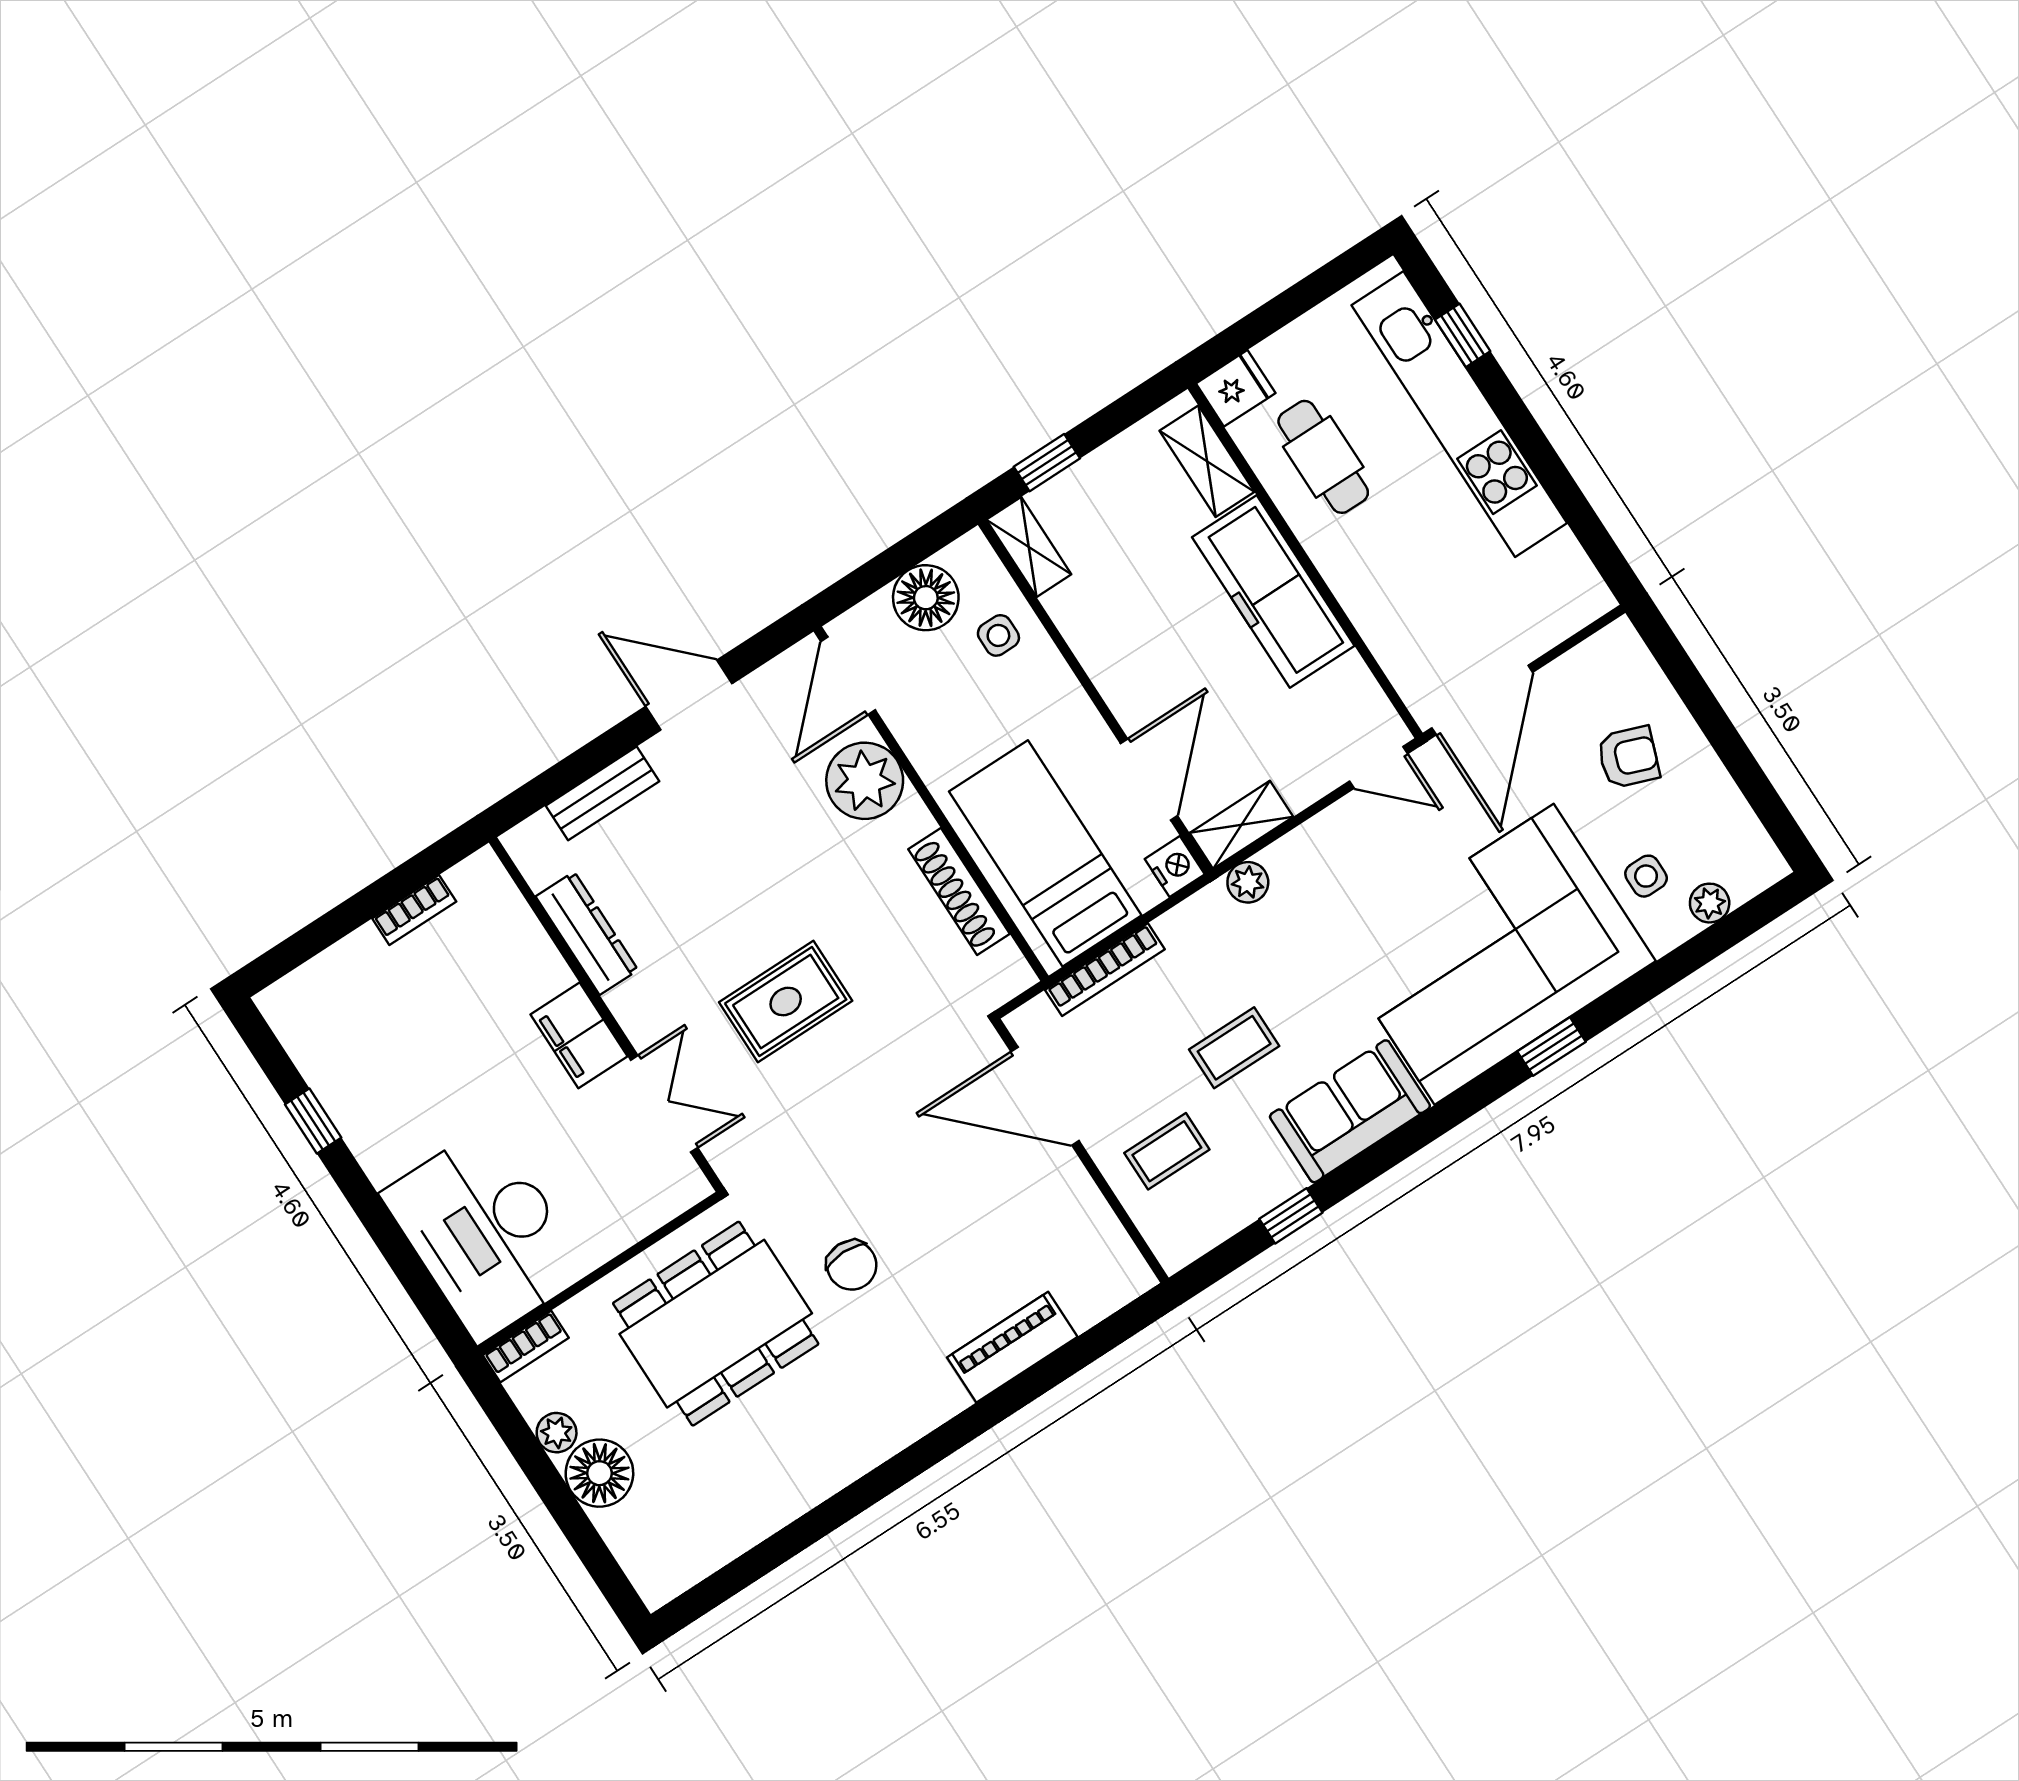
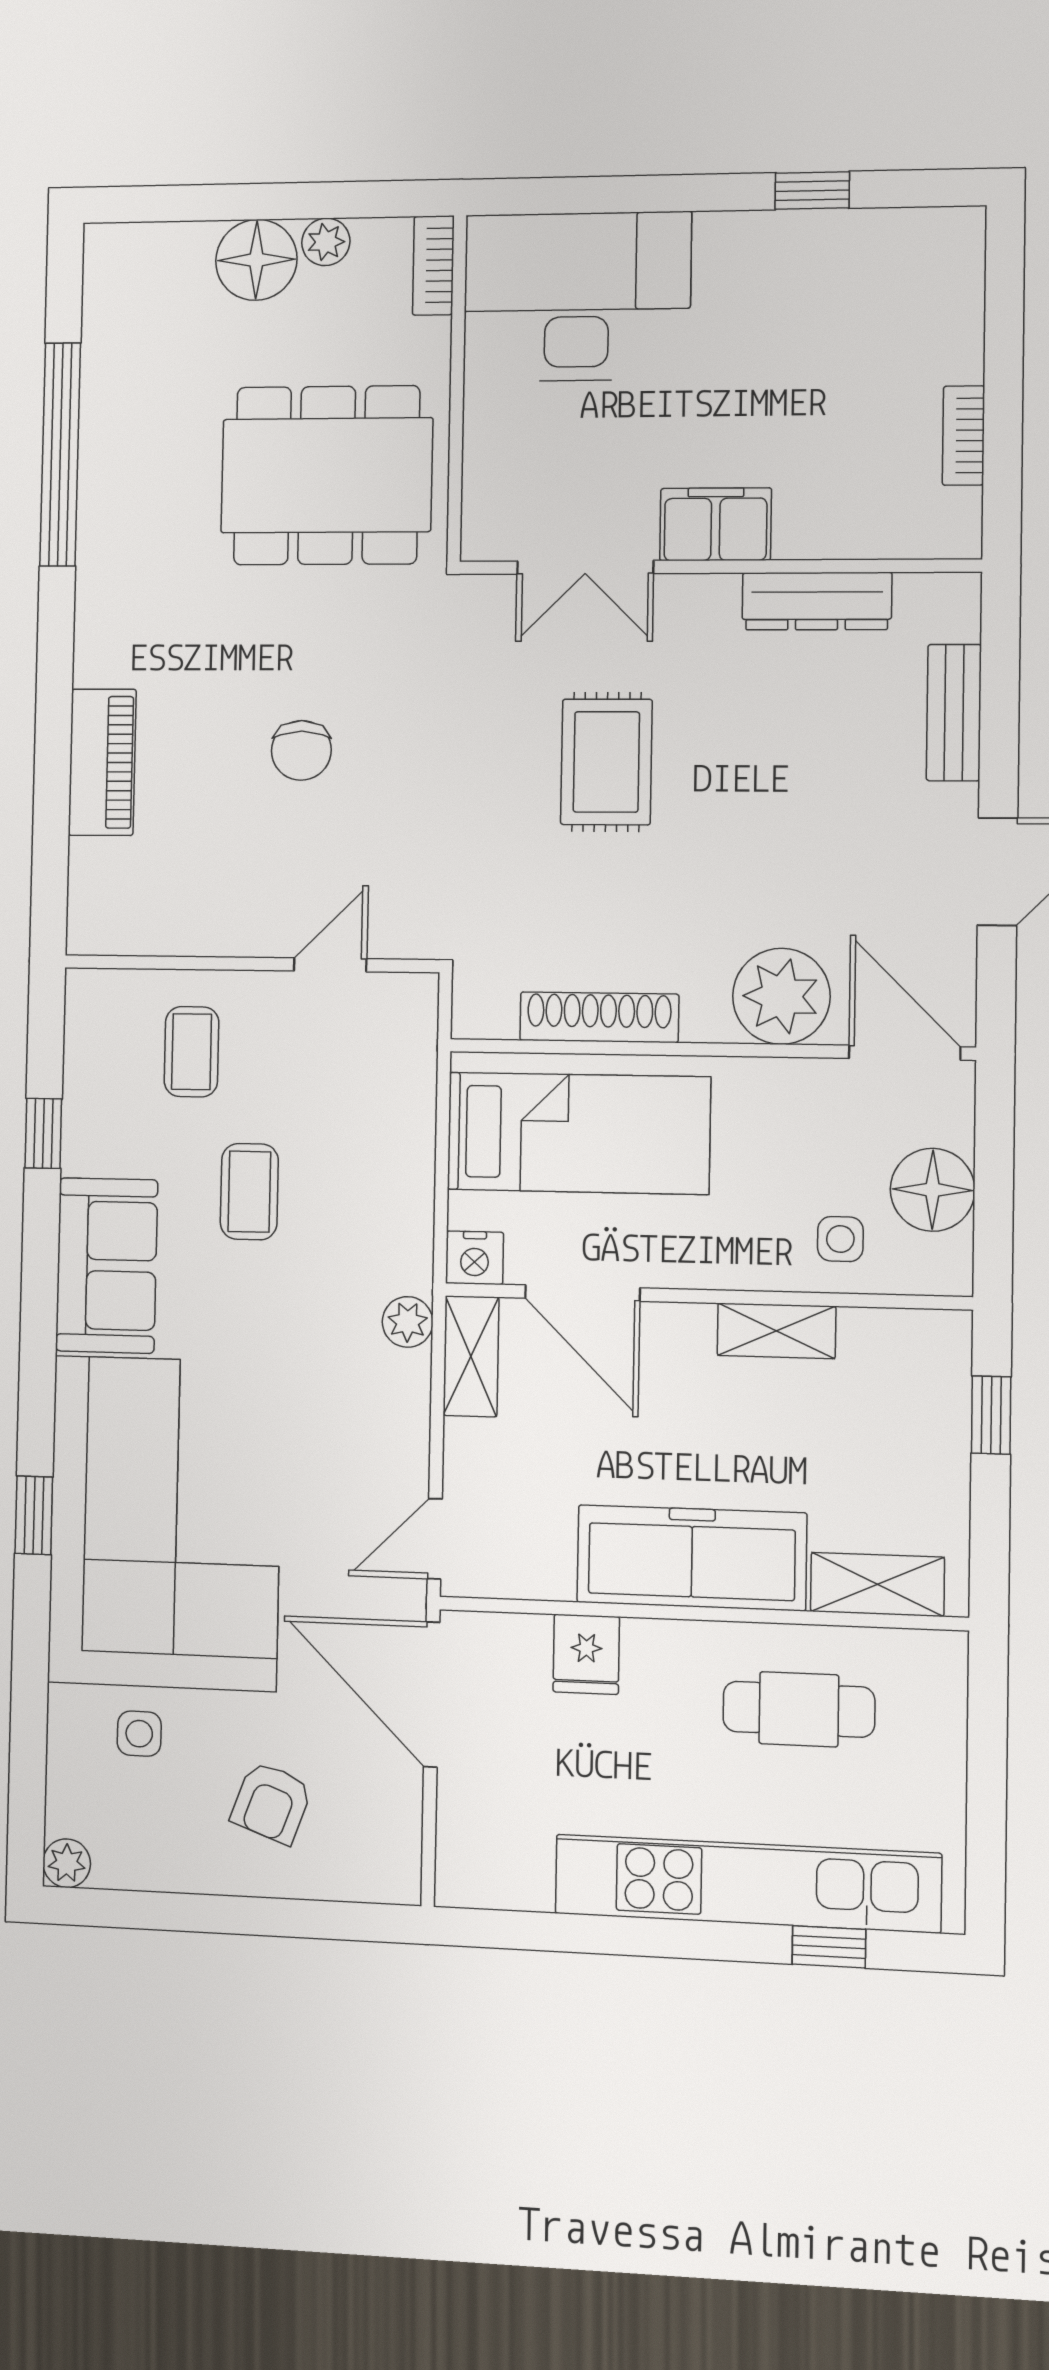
fridge: (1236, 388) -> (586, 1654), moved
shelving: (1029, 547) -> (776, 1331), moved
plant: (1710, 903) -> (67, 1863), moved
bookcase: (1105, 970) -> (417, 1114), removed
door: (1045, 1096) -> (330, 965), width x0.53
chair: (852, 1265) -> (301, 750), moved, turned -90
dining table: (716, 1324) -> (327, 475), turned 90
window: (821, 1521) -> (60, 454), added

